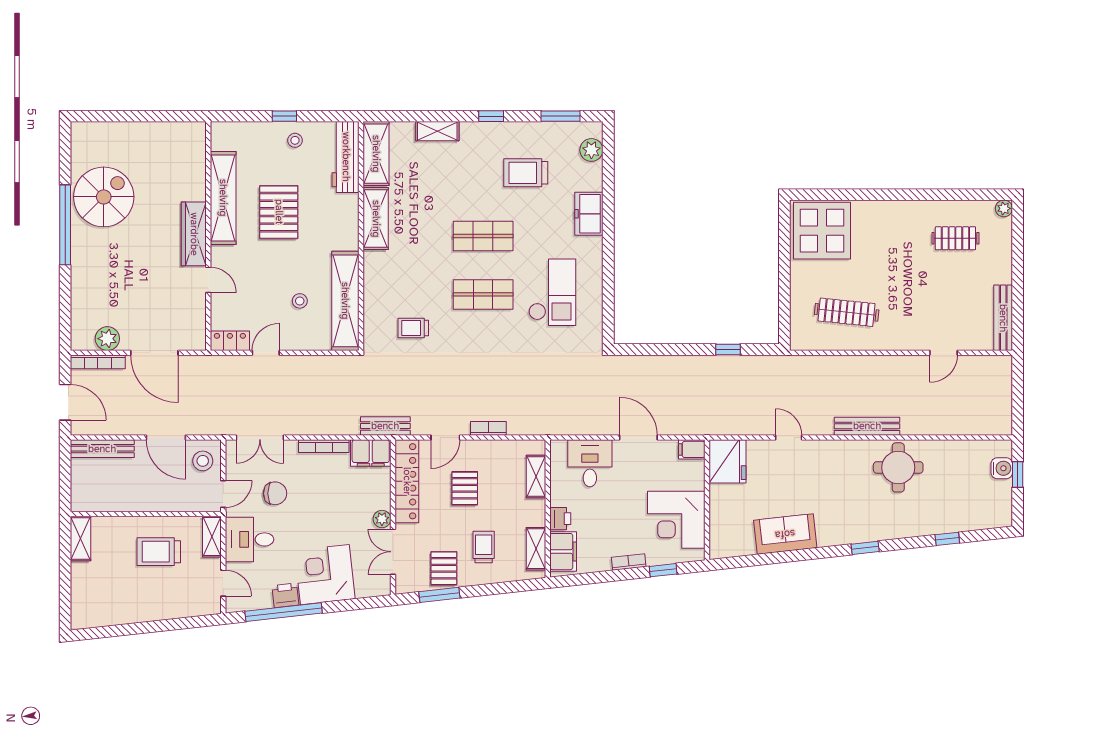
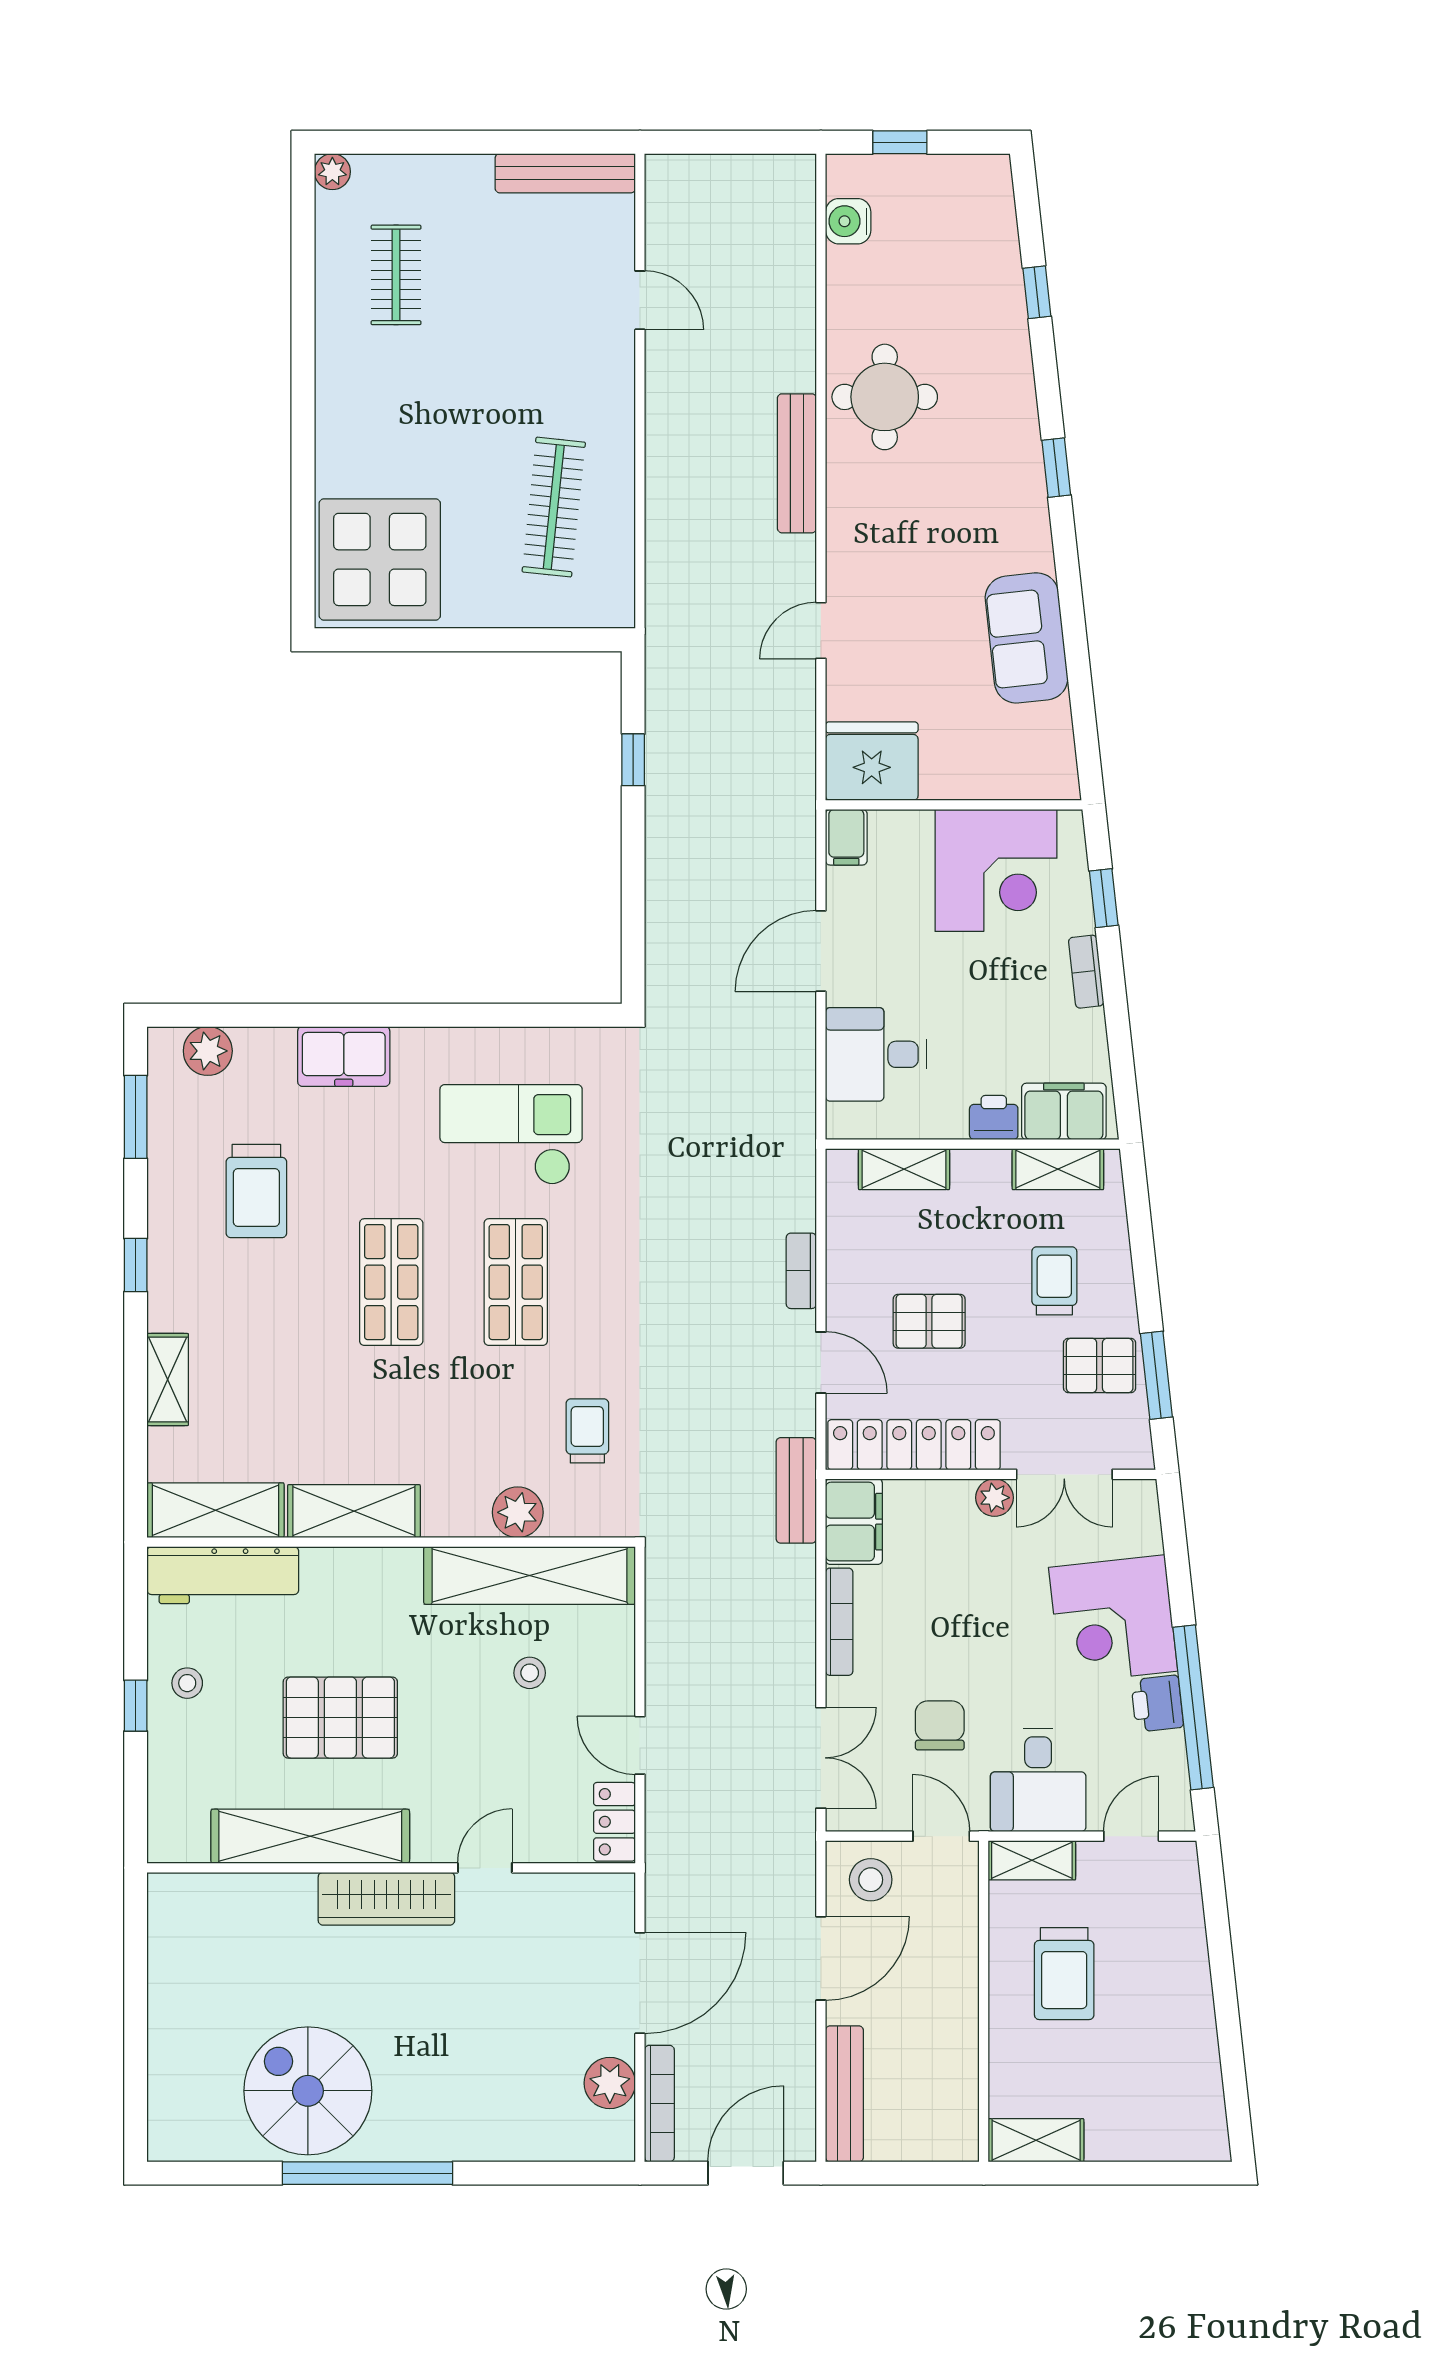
plant: (375, 295) -> (518, 1512), added
trolley: (413, 328) -> (587, 1431), turned 180
water cooler: (1002, 468) -> (848, 221), moved, turned -90
trolley: (484, 547) -> (1054, 1281), turned 90

